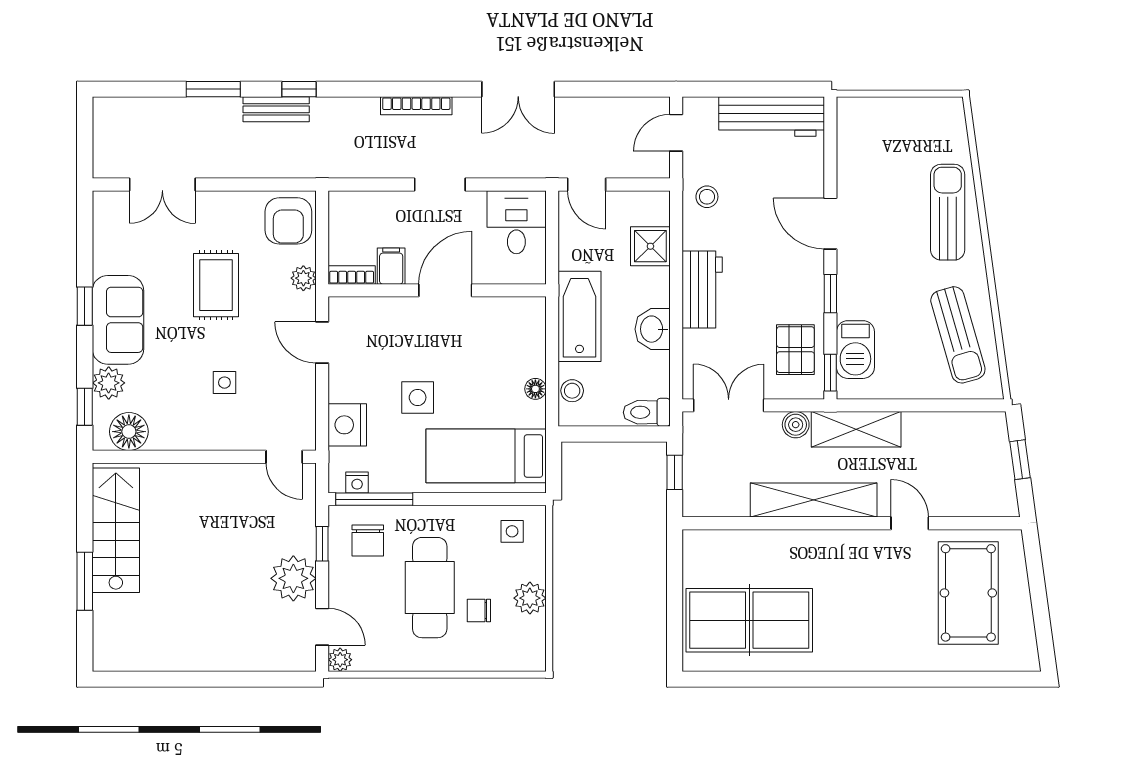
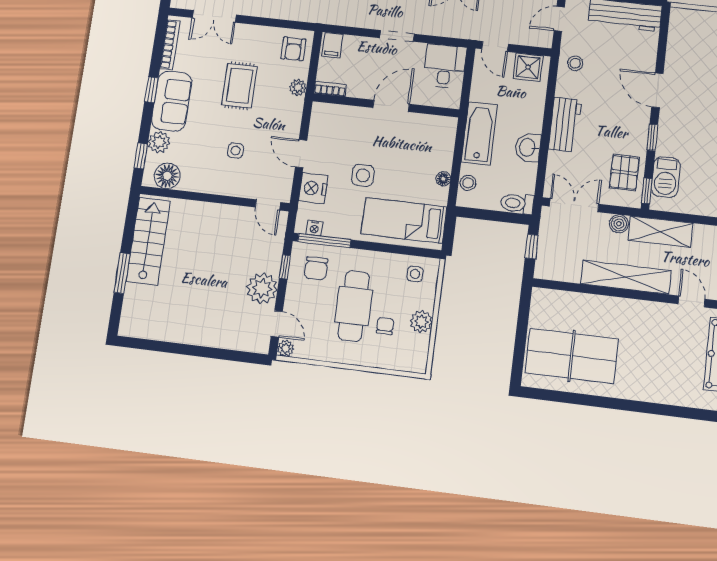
armchair: (288, 221) -> (293, 49), width x0.72, depth x0.72
bookcase: (102, 235) -> (170, 45), added
shower: (650, 246) -> (528, 67), moved
filing cabinet: (391, 266) -> (332, 45), moved, turned 180
door: (322, 342) -> (301, 154), moved
chair: (479, 611) -> (385, 326), turned 90

